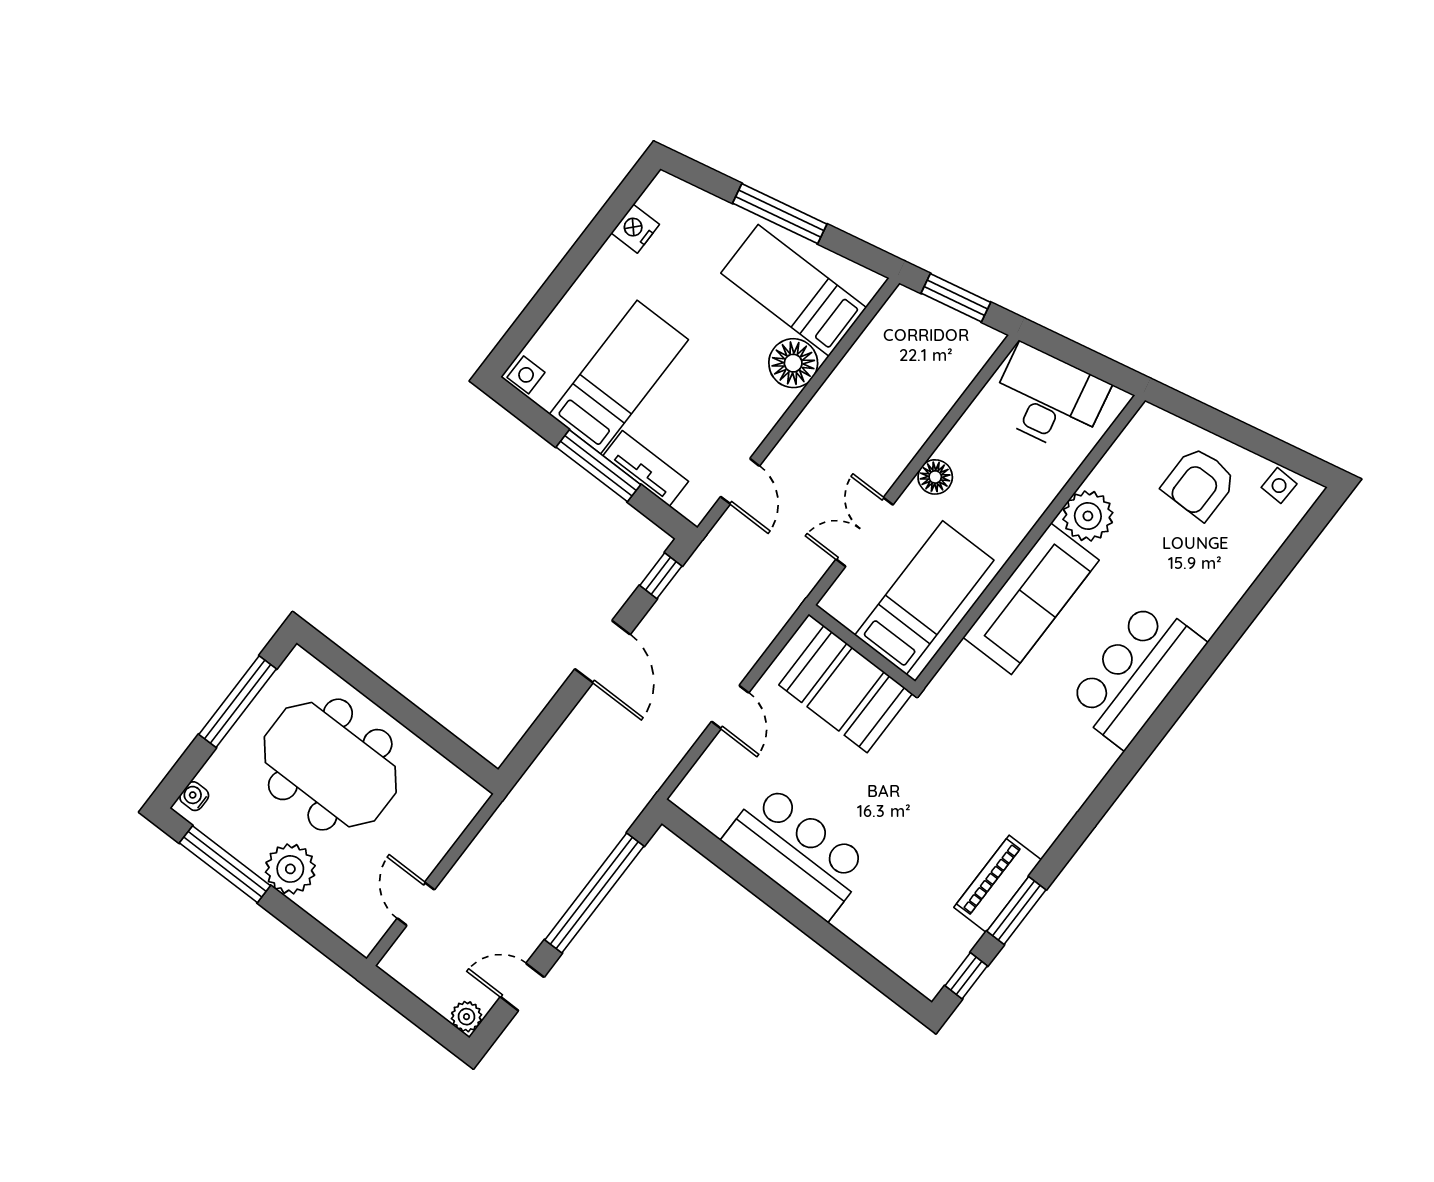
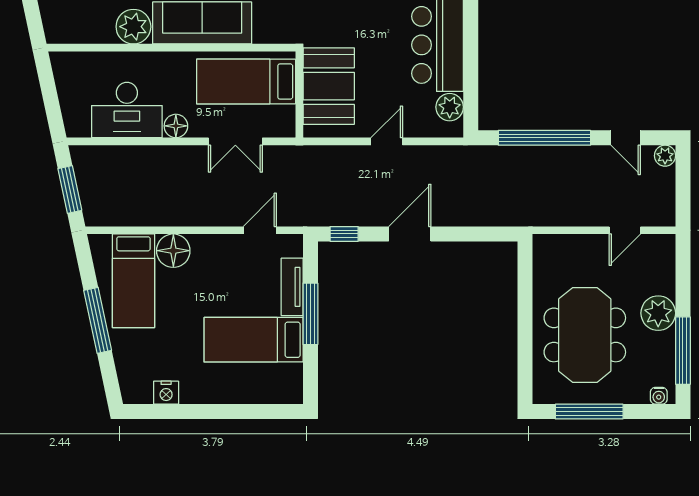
side table: (526, 375) -> (291, 391), removed
desk: (1049, 399) -> (127, 110), moved, turned -78
plant: (714, 810) -> (450, 107), added

